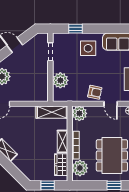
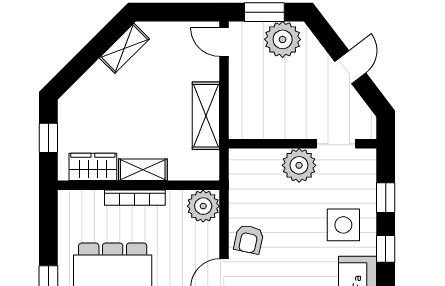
window: (99, 29) -> (386, 249), added
plant: (60, 80) -> (299, 165), moved
shelving: (52, 112) -> (206, 116), moved
plant: (80, 168) -> (86, 207), removed

